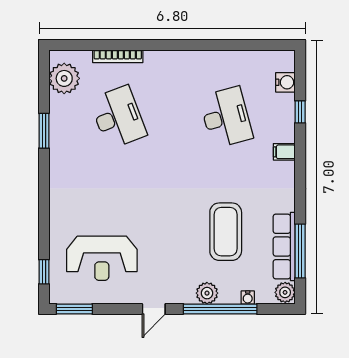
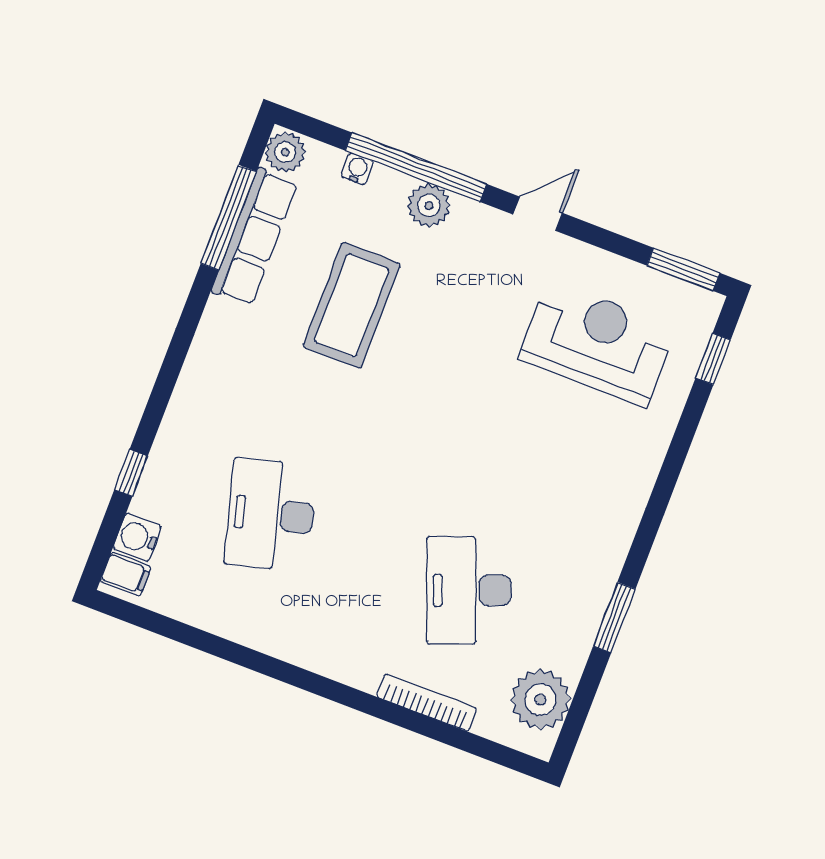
filing cabinet: (284, 152) -> (126, 574), moved

